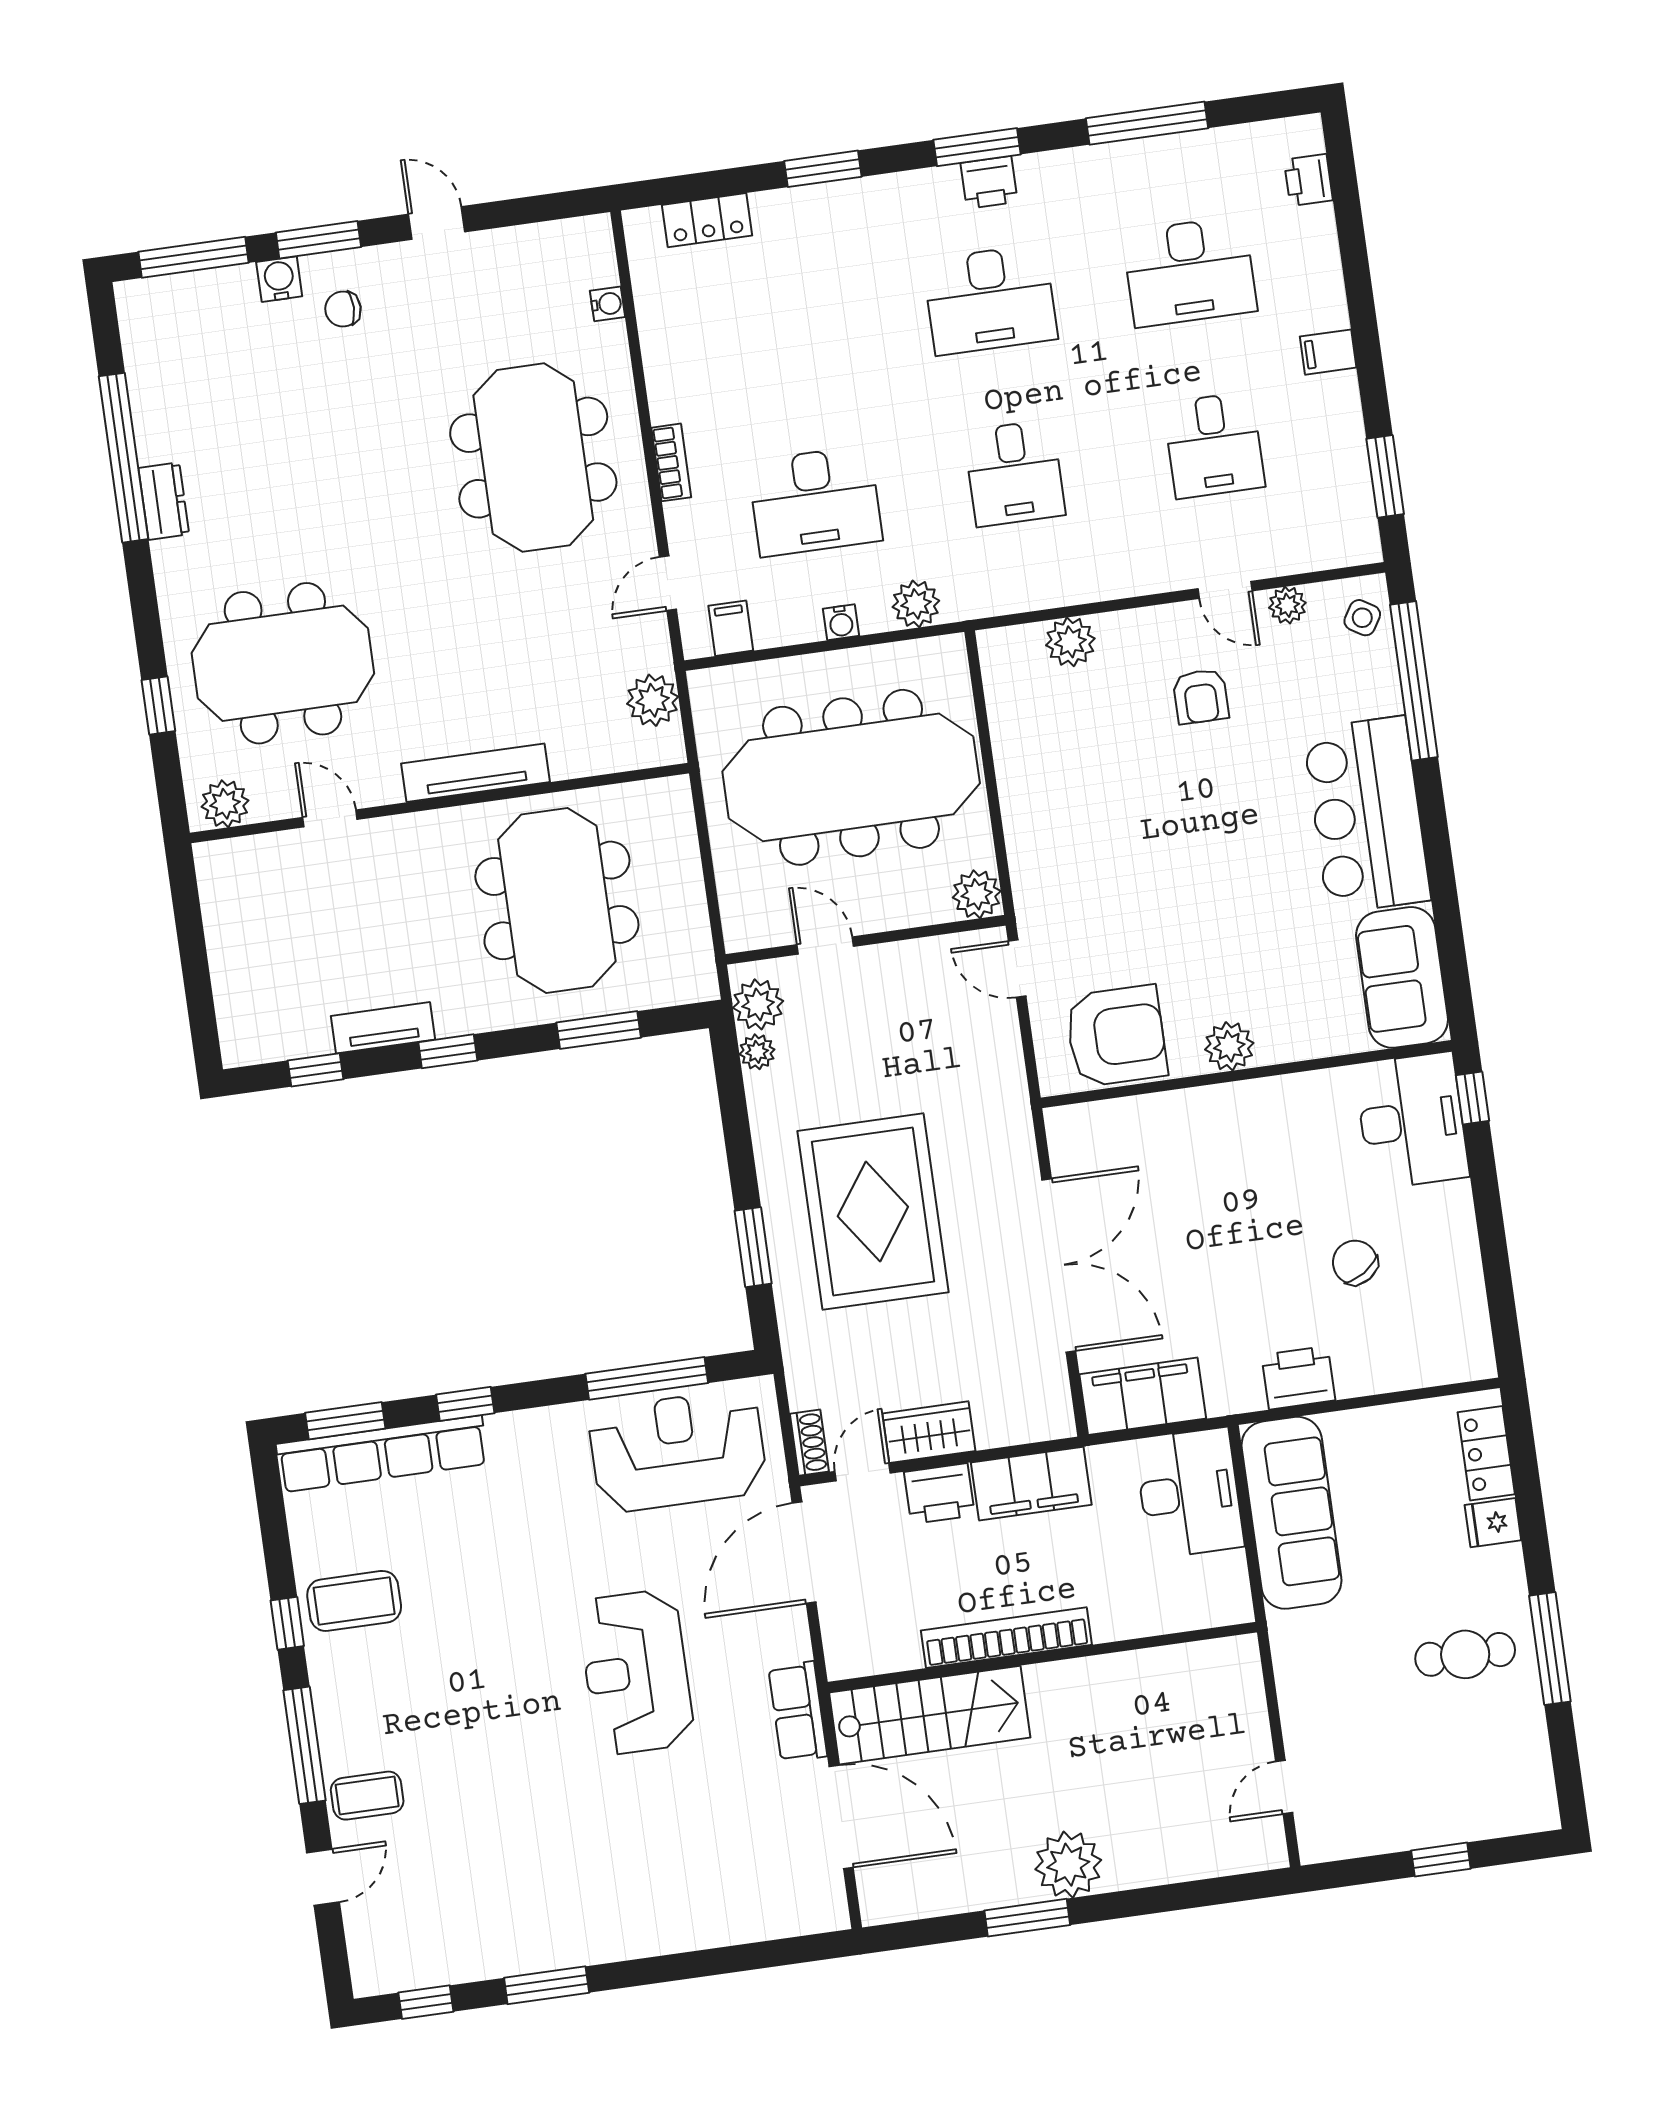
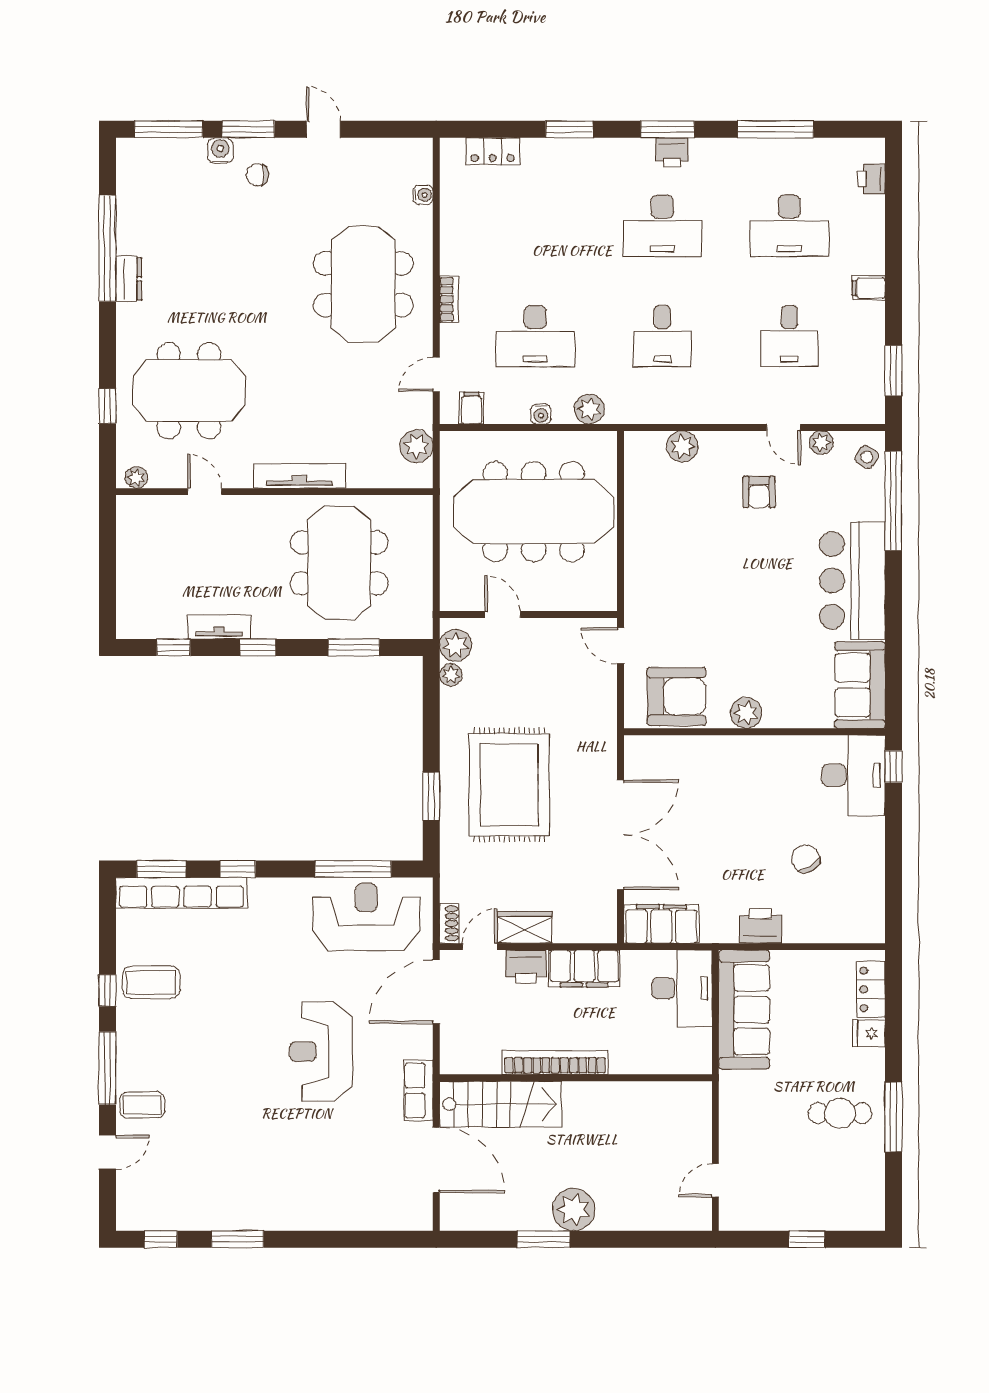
plant: (225, 804) -> (136, 477), width x0.73, depth x0.73
plant: (977, 894) -> (602, 596), removed

